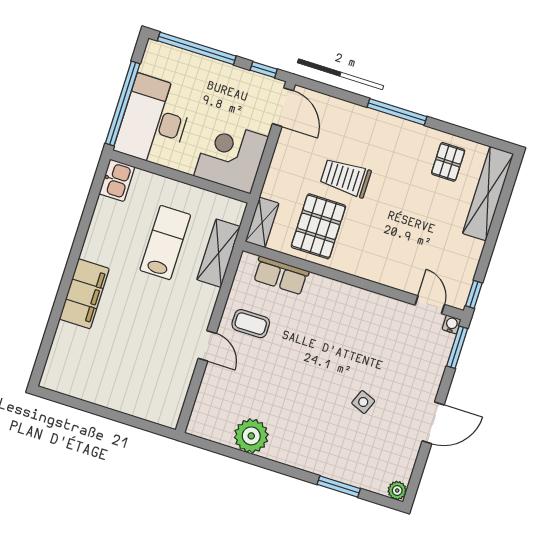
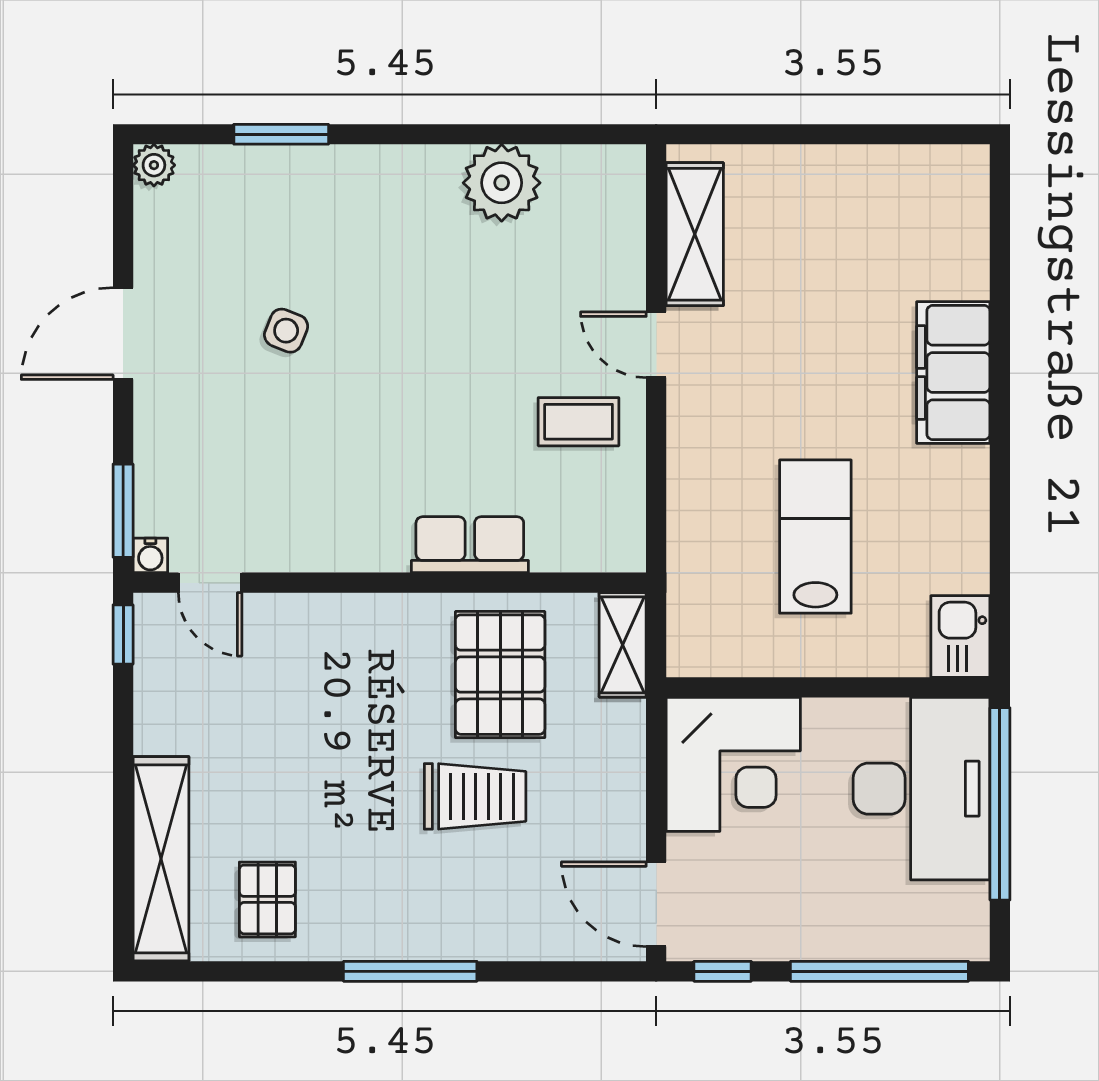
lab bench: (165, 243) -> (815, 537), turned 180
shelving: (219, 253) -> (695, 234), moved
row of seats: (281, 275) -> (470, 545), moved

